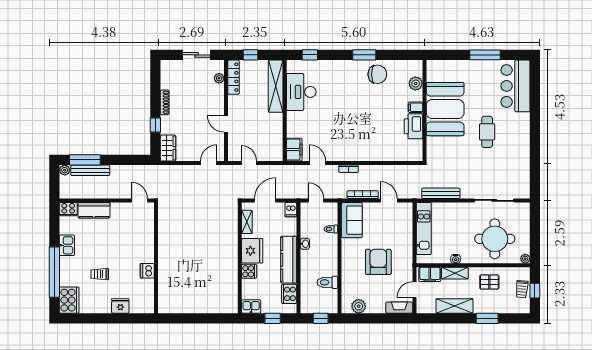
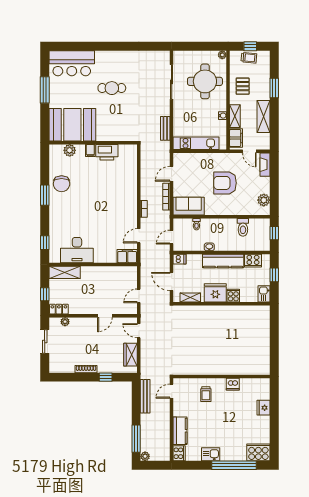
chair: (377, 74) -> (62, 184), turned 180
locker: (234, 77) -> (59, 309), width x0.66
shelving: (276, 86) -> (65, 272), width x0.68
booth: (445, 109) -> (72, 125), moved
wardrobe: (168, 148) -> (131, 355), moved, turned -90
bench: (90, 170) -> (145, 396), moved
bench: (441, 193) -> (165, 128), width x0.73
trolley: (100, 274) -> (206, 394), moved

